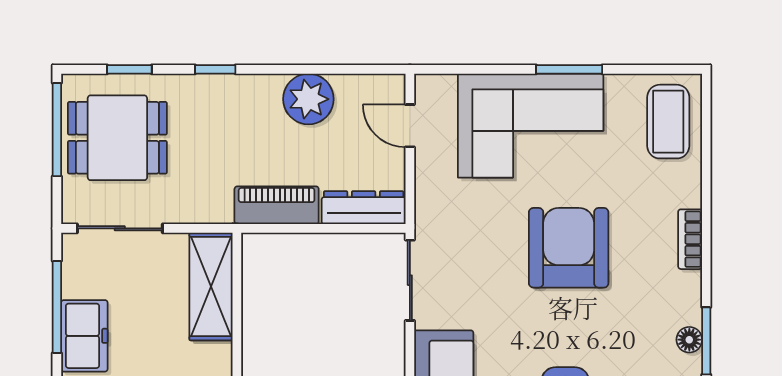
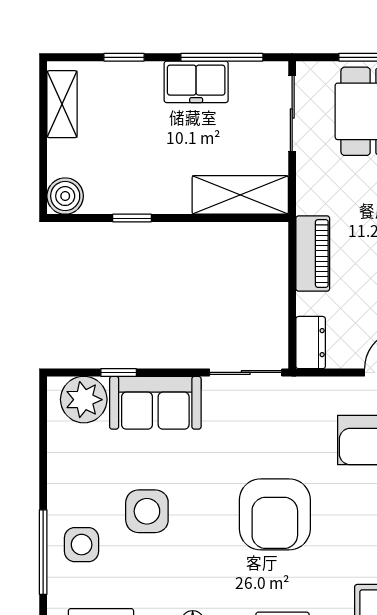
dresser: (364, 208) -> (311, 343), width x0.70
armchair: (569, 248) -> (275, 514), turned 90

